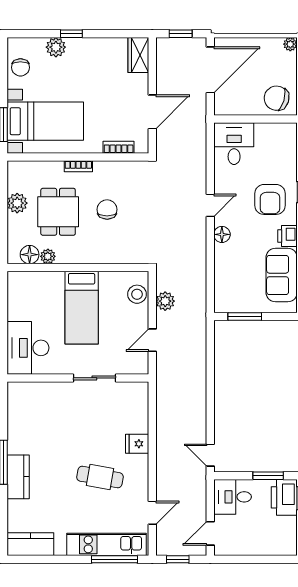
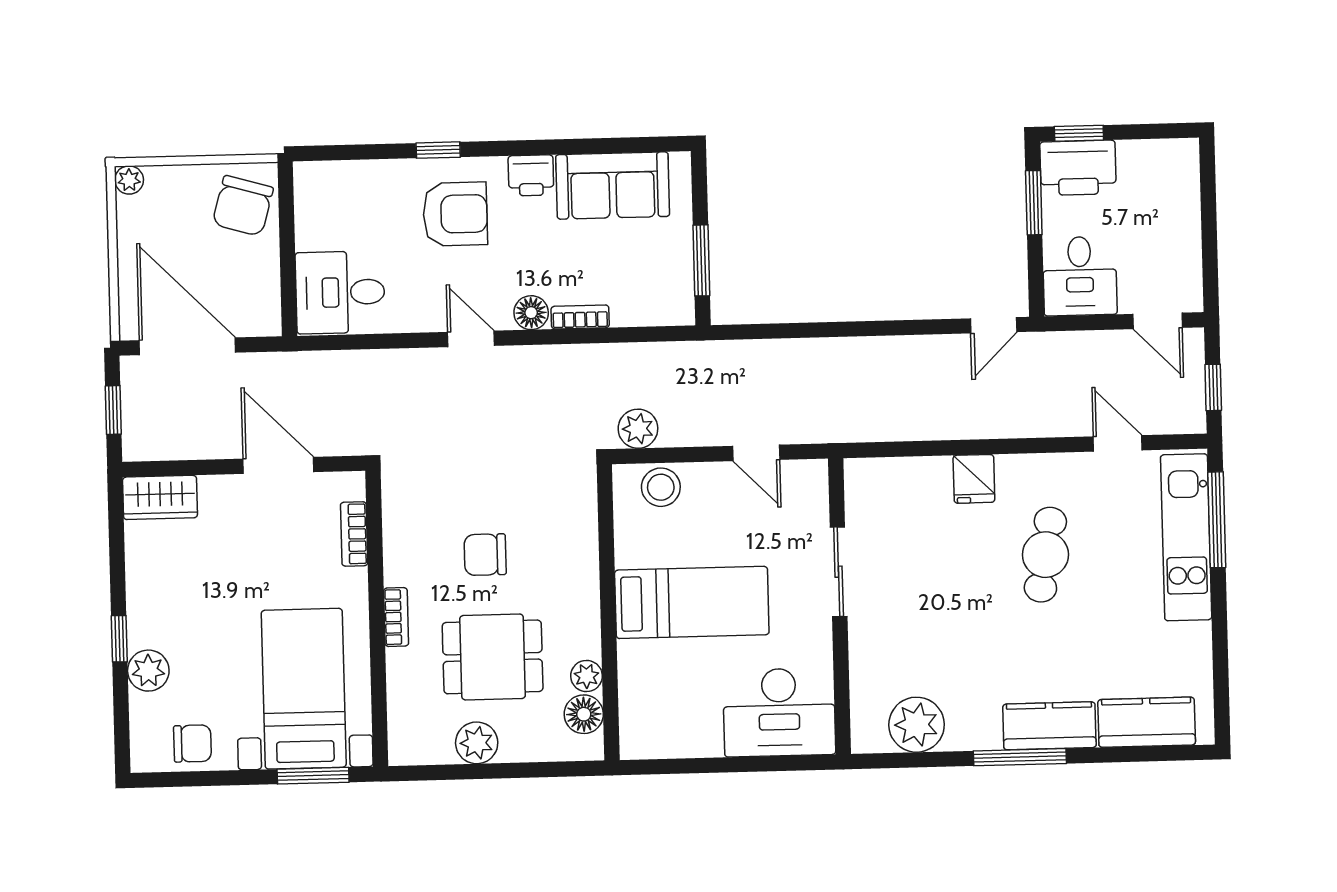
bookcase: (219, 258) -> (580, 317), added
plant: (165, 301) -> (638, 429), moved
plant: (20, 413) -> (917, 725), added
kitchen counter: (31, 544) -> (1147, 722), moved, turned 90

